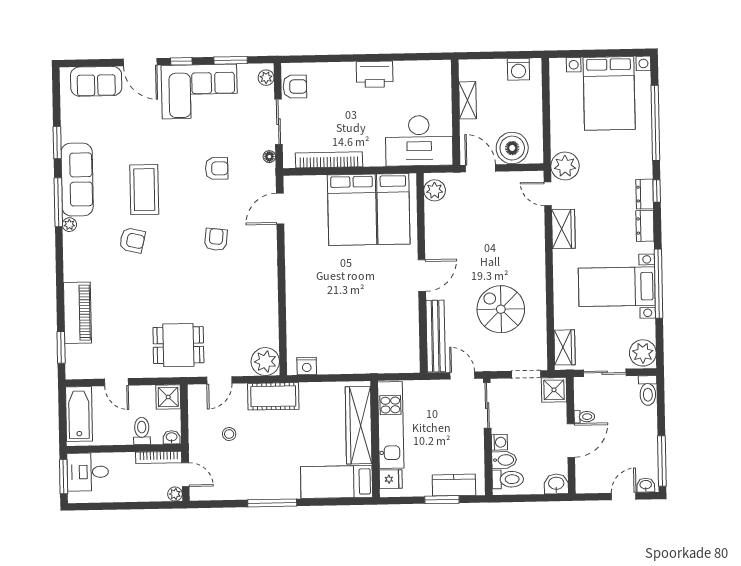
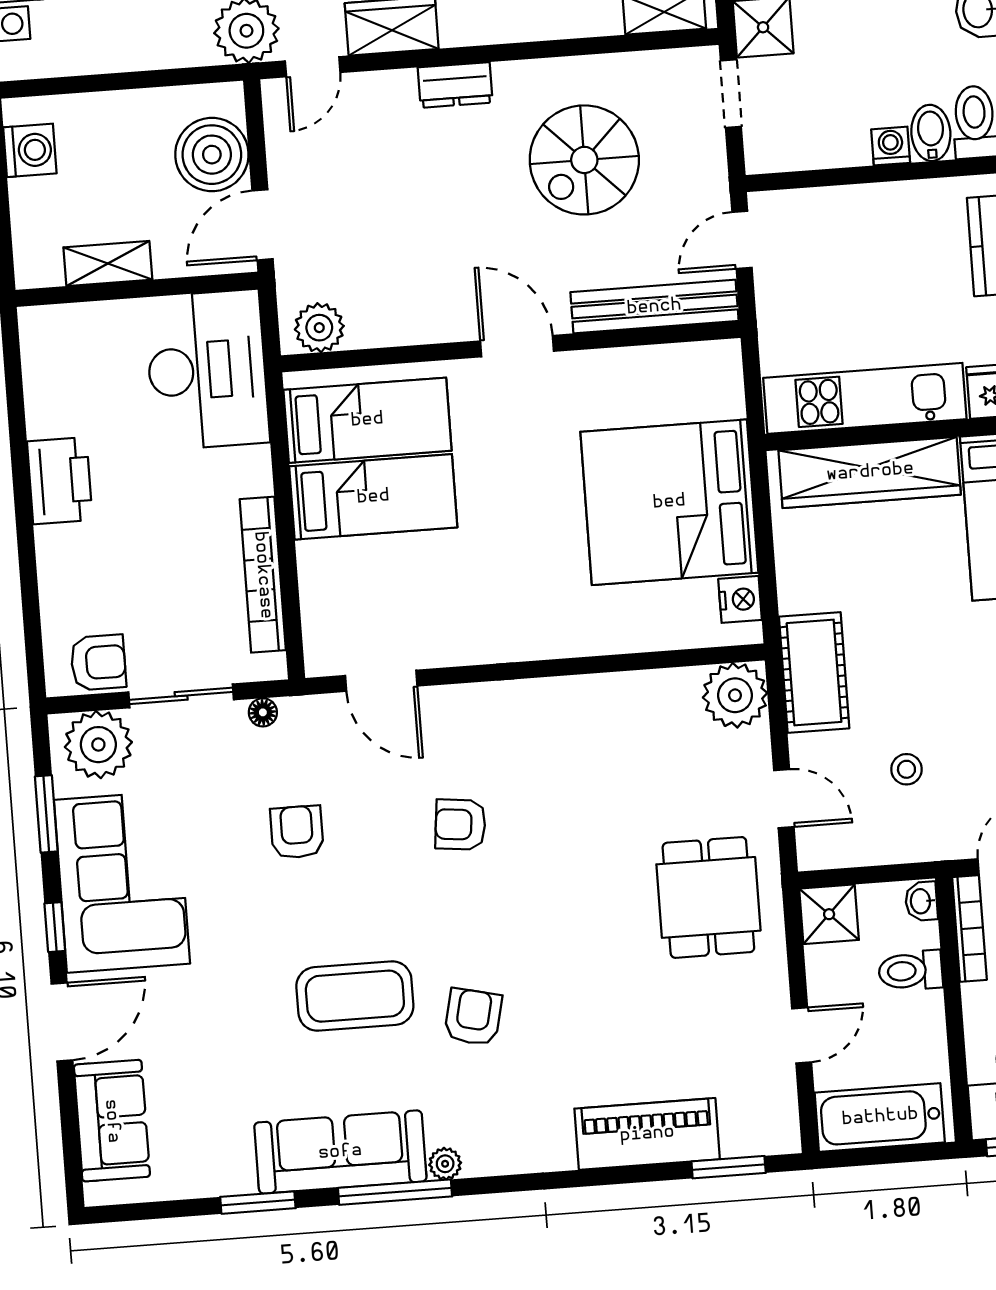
plant: (266, 78) -> (98, 745), width x1.88, depth x1.88
armchair: (295, 87) -> (98, 662), turned 90
bed: (352, 210) -> (373, 497), width x0.67
dresser: (536, 255) -> (455, 85), added
bed: (351, 338) -> (669, 502), added
sliding door: (487, 406) -> (808, 179), removed

